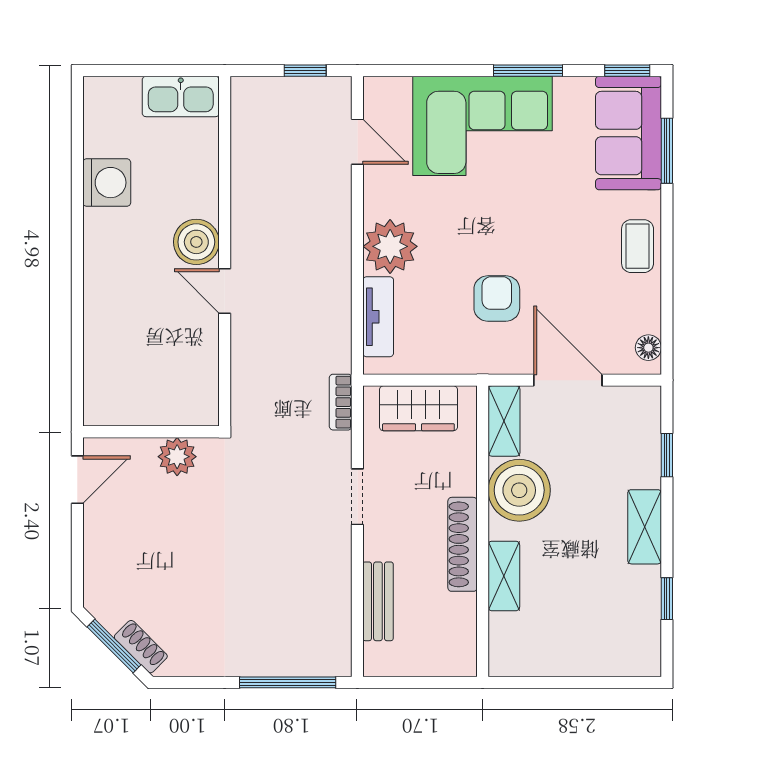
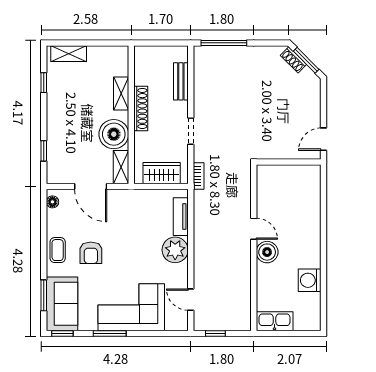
armchair: (497, 299) -> (91, 253), moved
plant: (177, 457) -> (276, 150), removed
shelving: (645, 527) -> (69, 54), moved, turned 90

